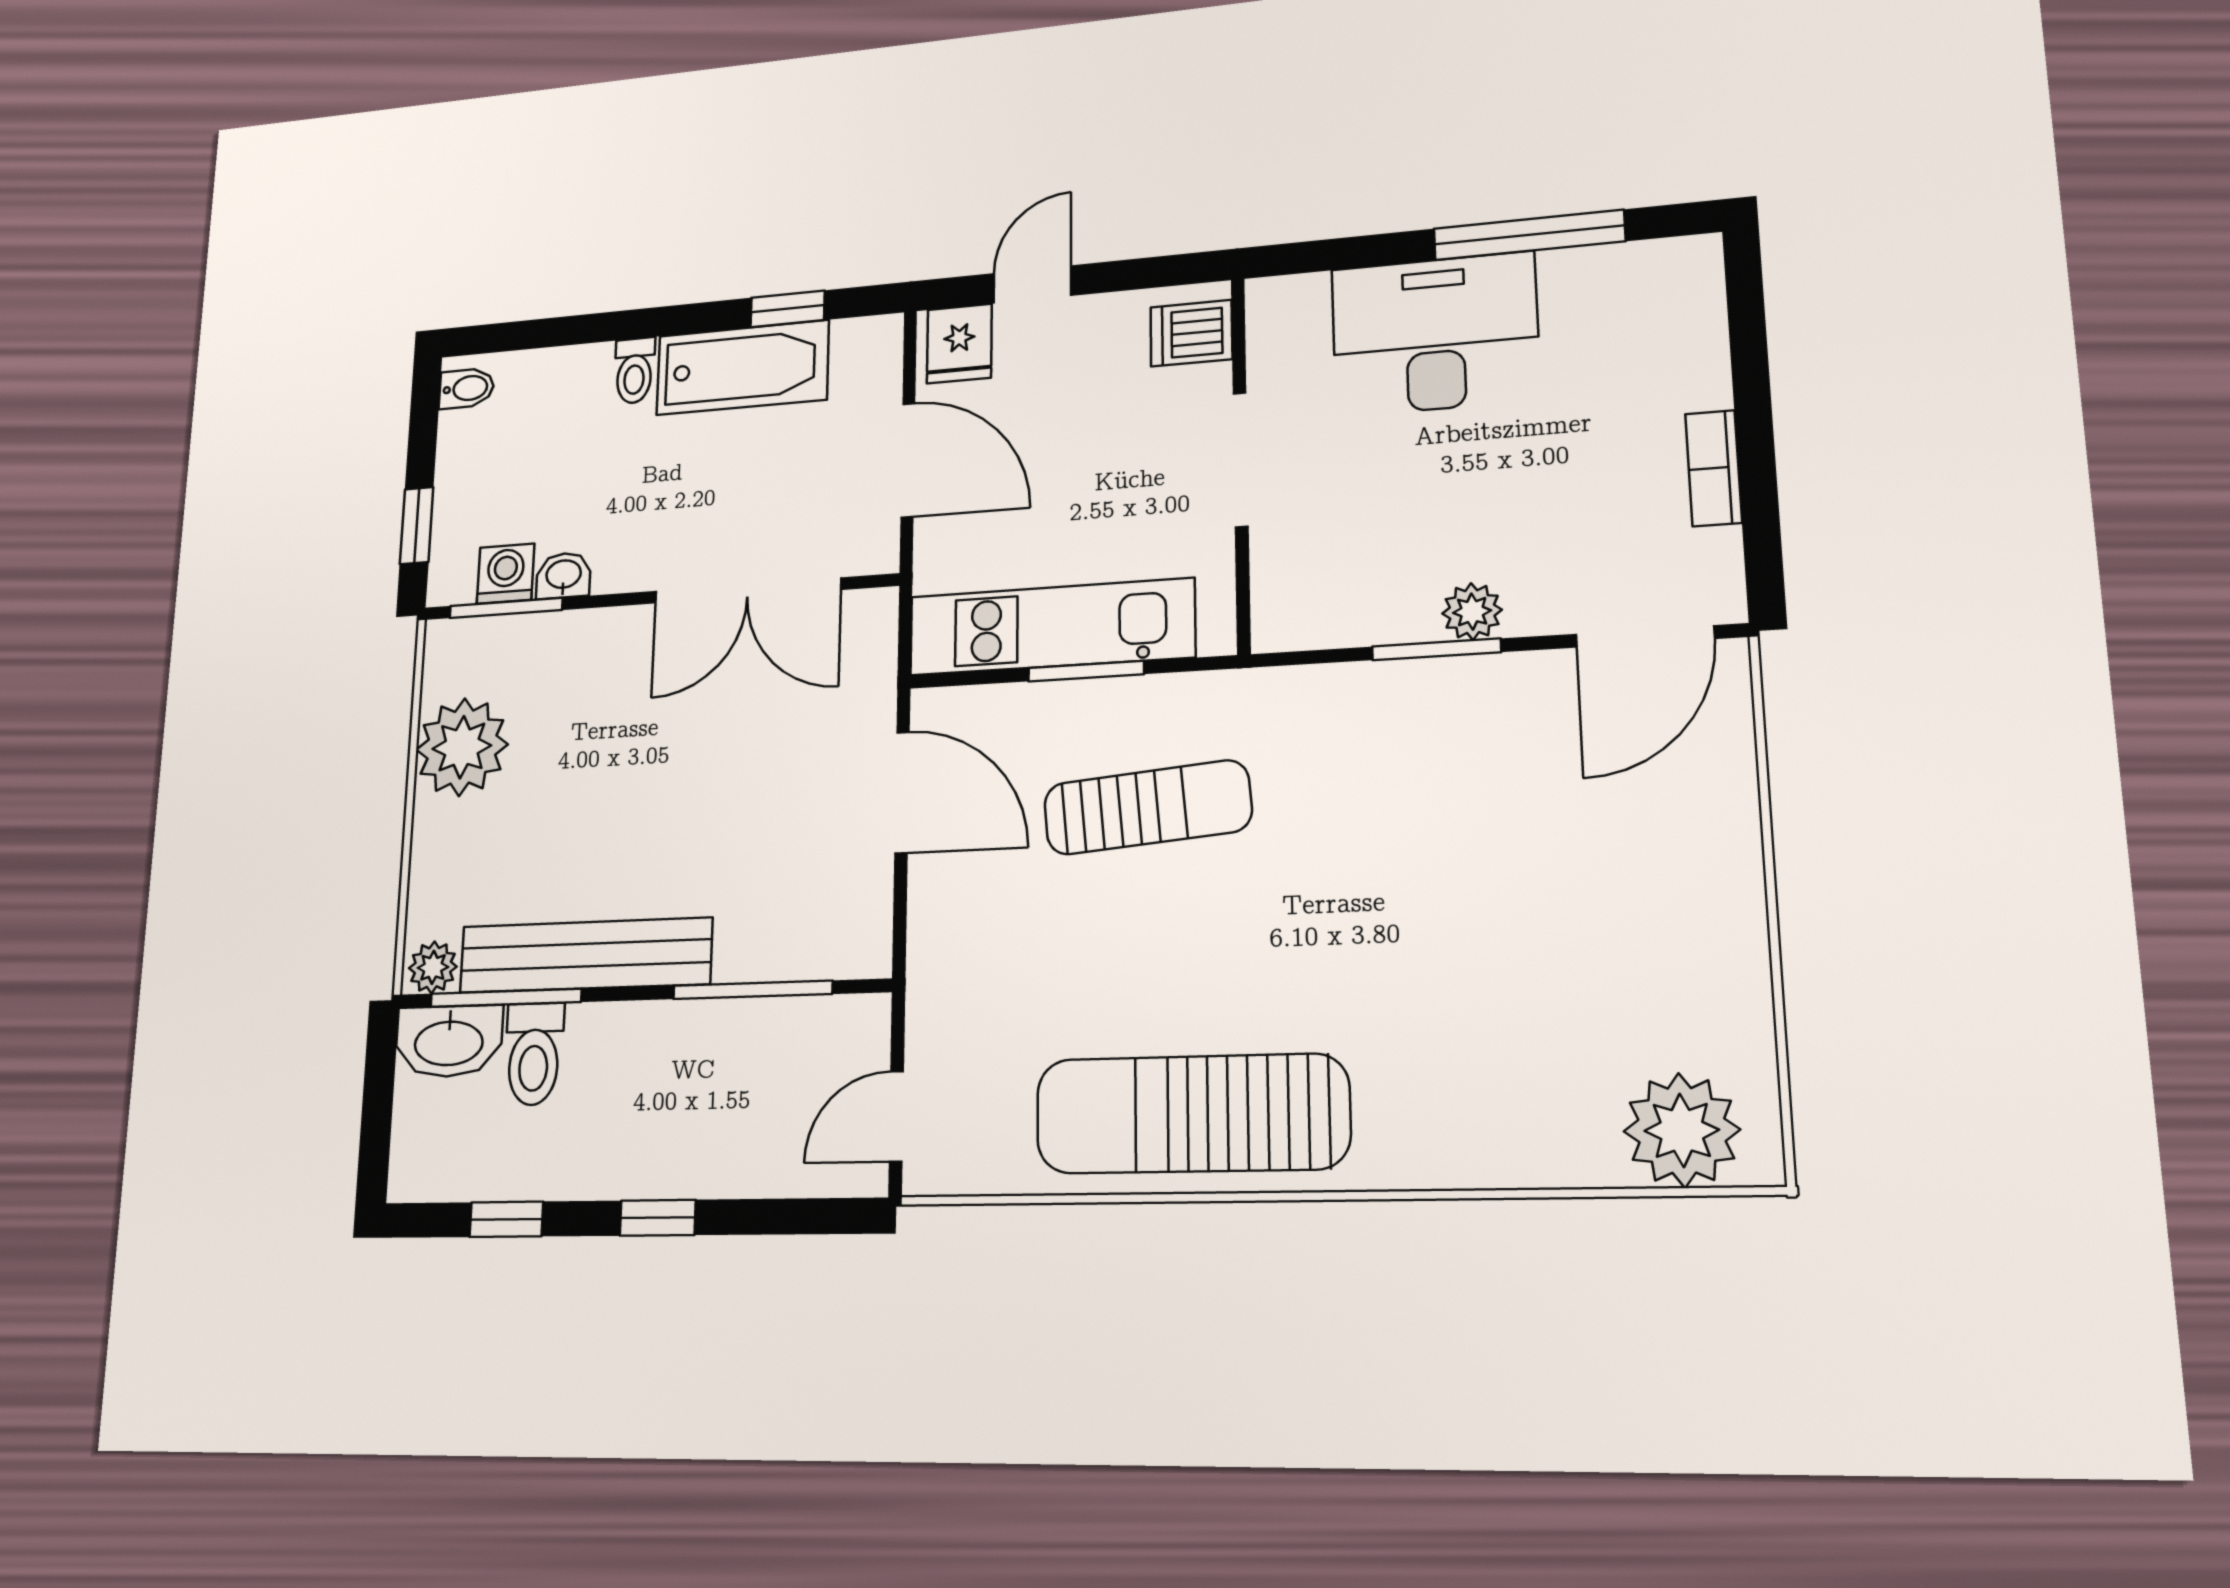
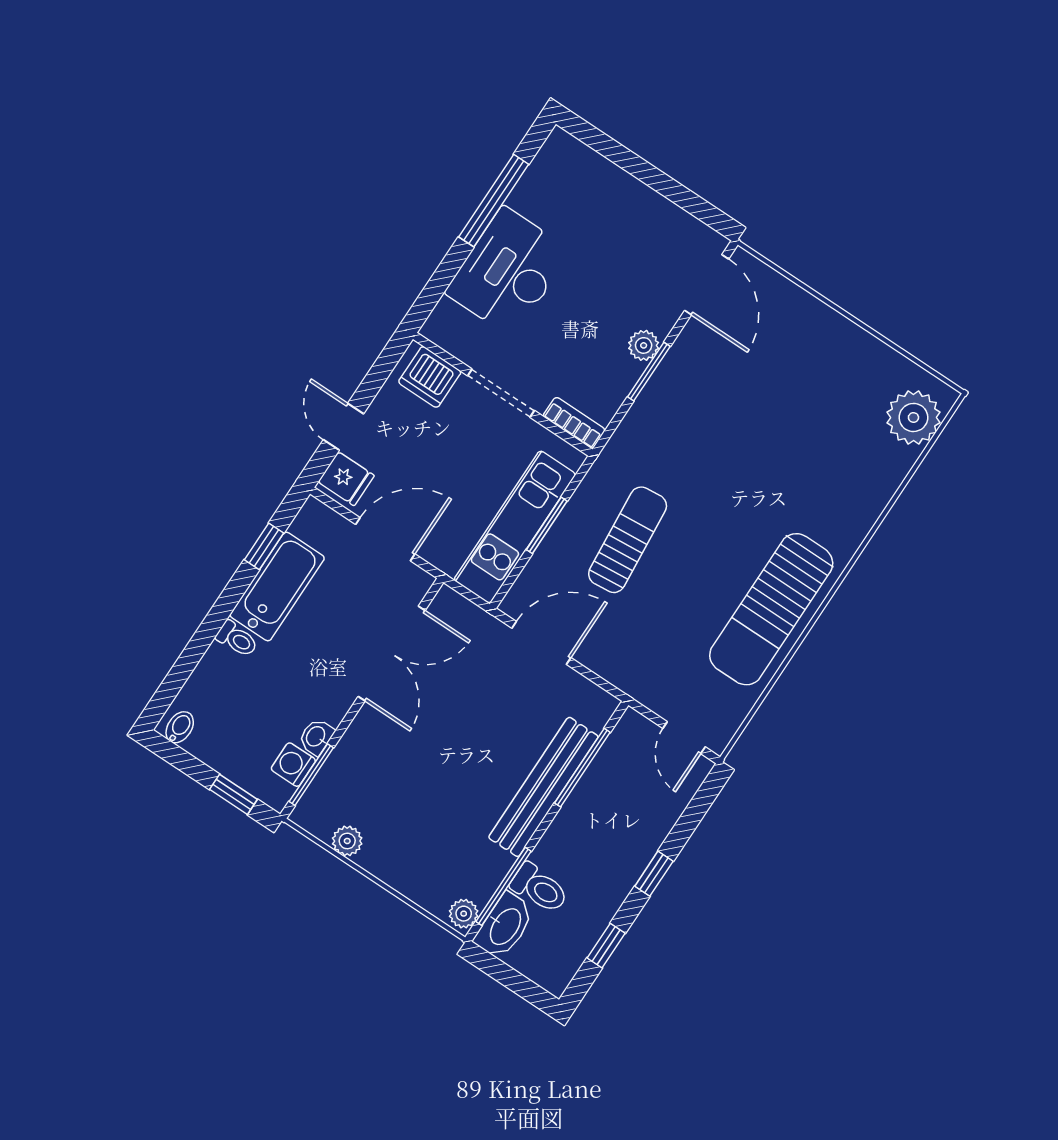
dishwasher: (1191, 333) -> (430, 377), width x1.38
bookcase: (1714, 468) -> (574, 423), moved, turned 180
plant: (462, 747) -> (347, 841), width x0.53, depth x0.53
bench: (585, 955) -> (543, 787), moved

